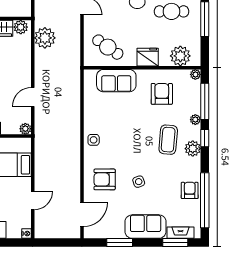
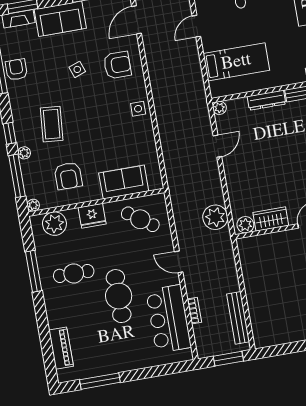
plant: (193, 149) -> (21, 119), removed
armchair: (190, 190) -> (16, 70), turned 180

